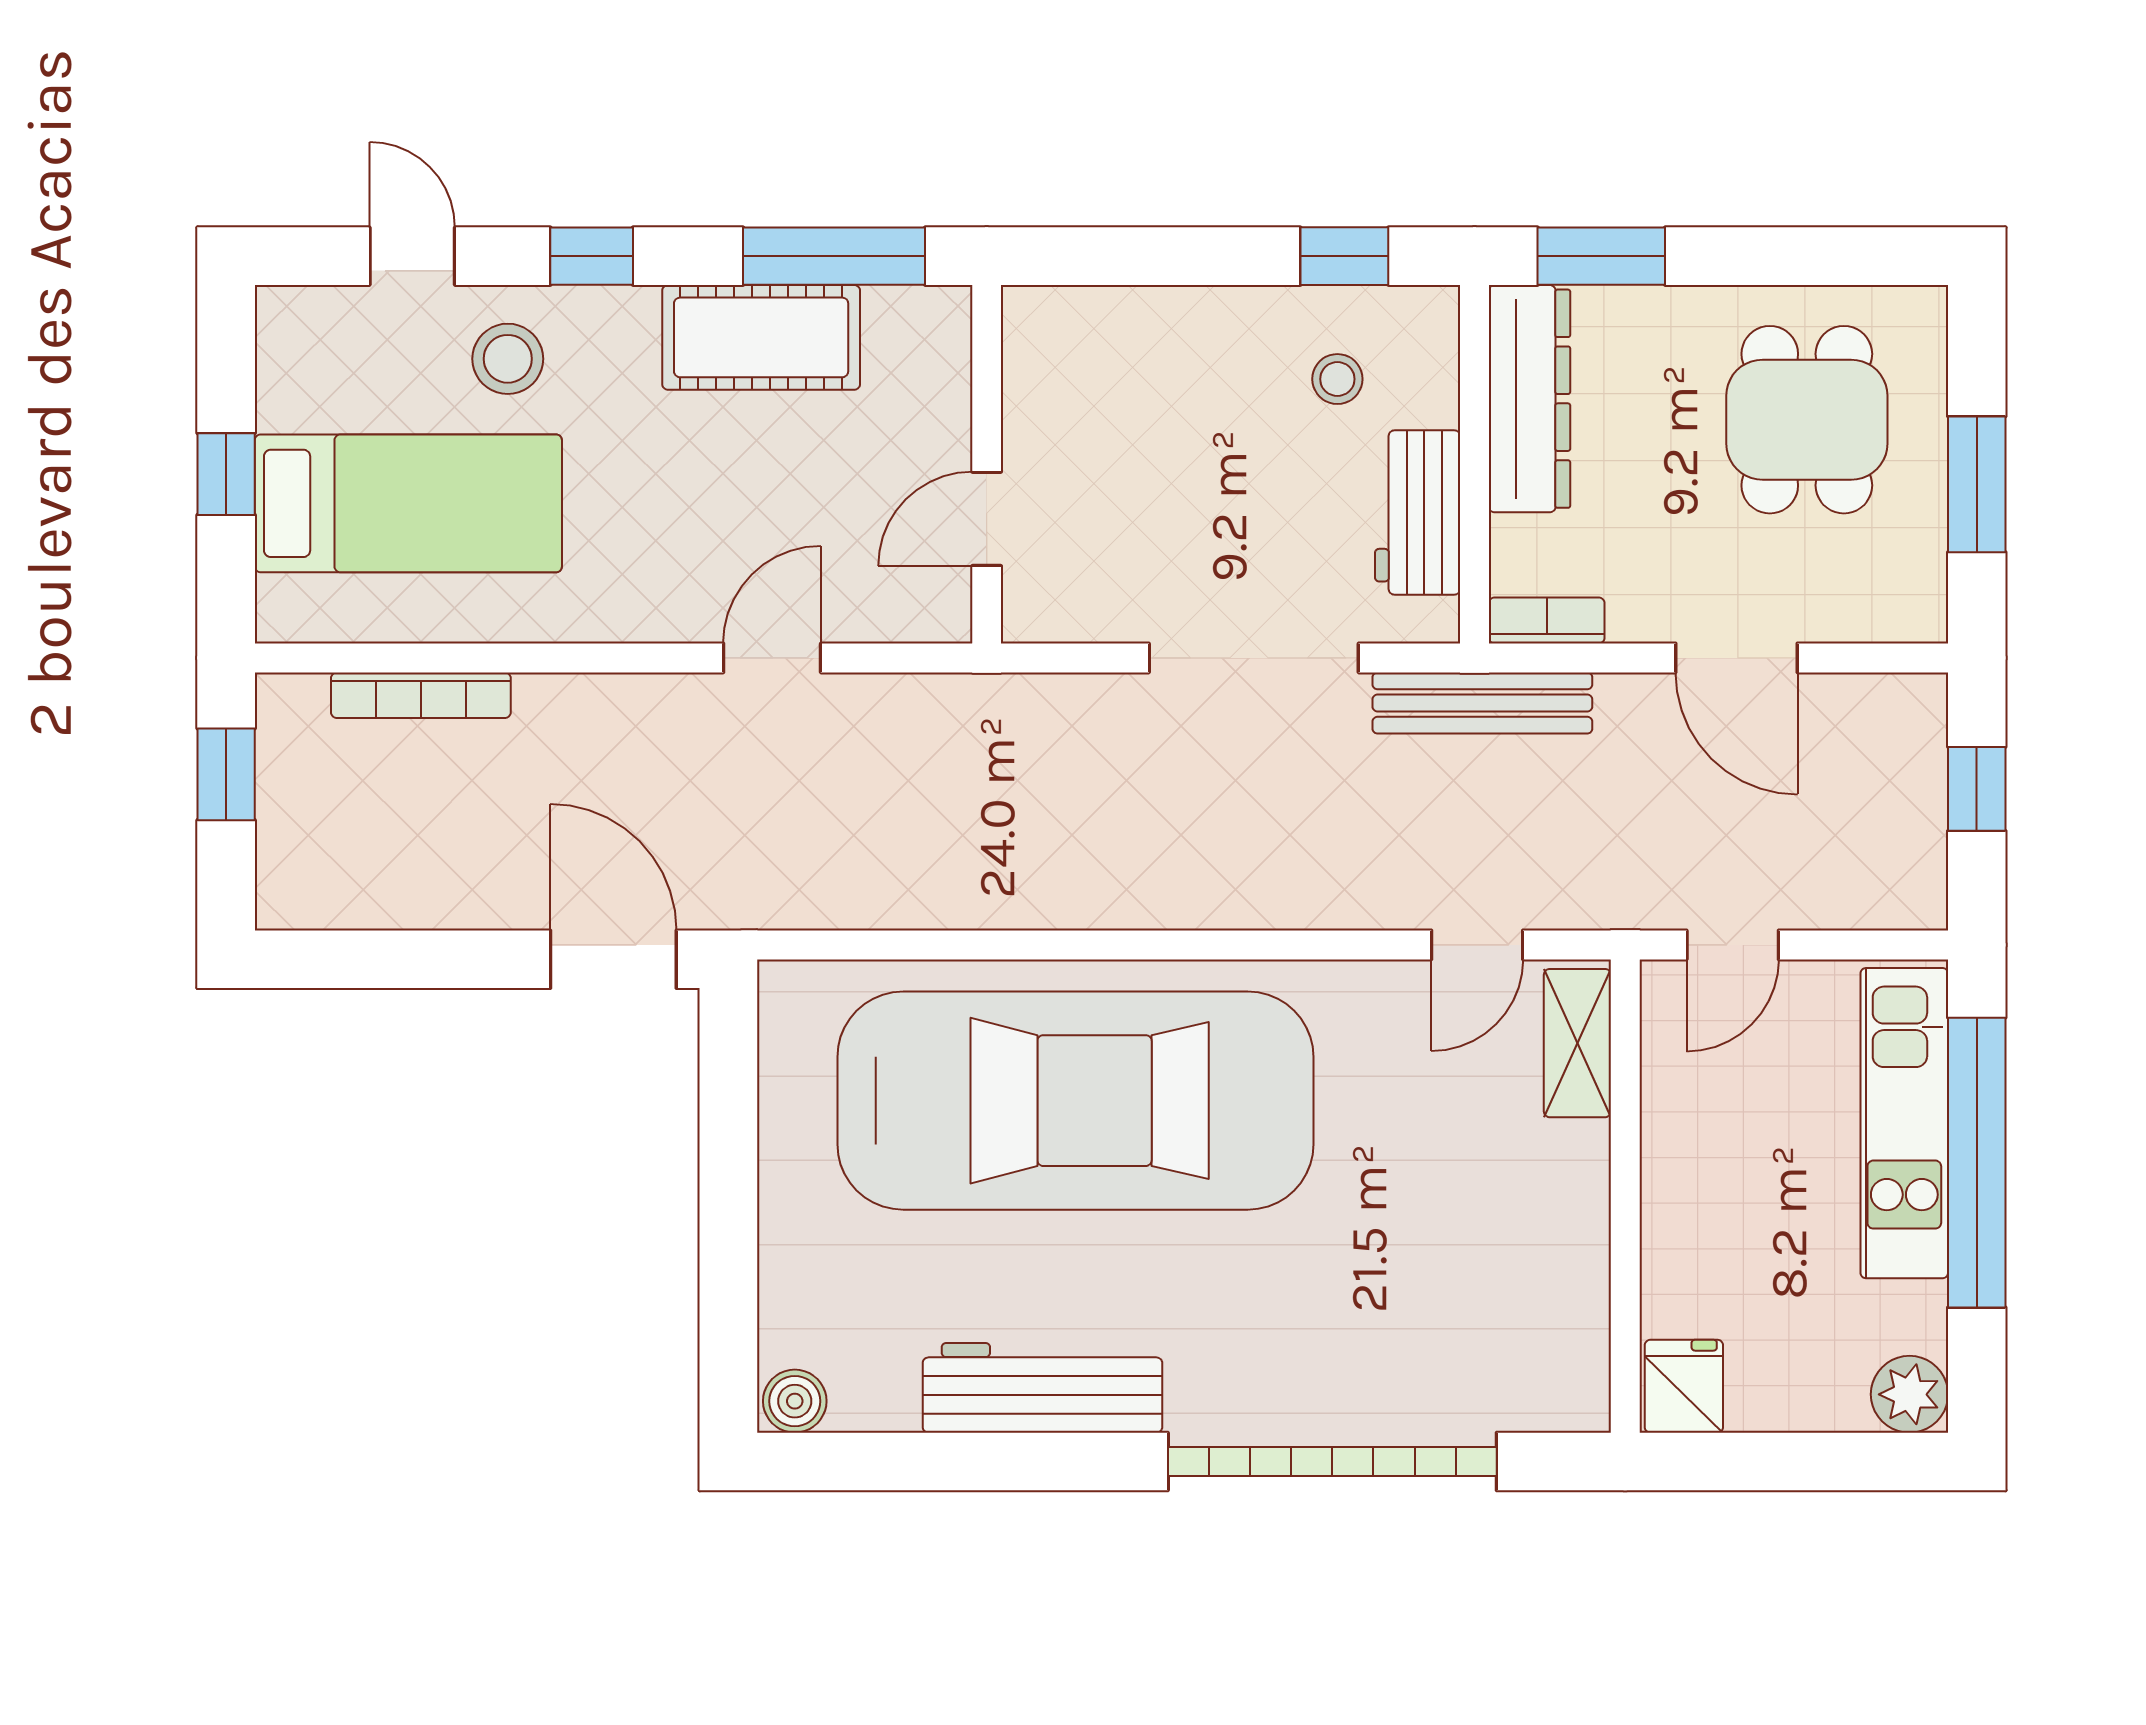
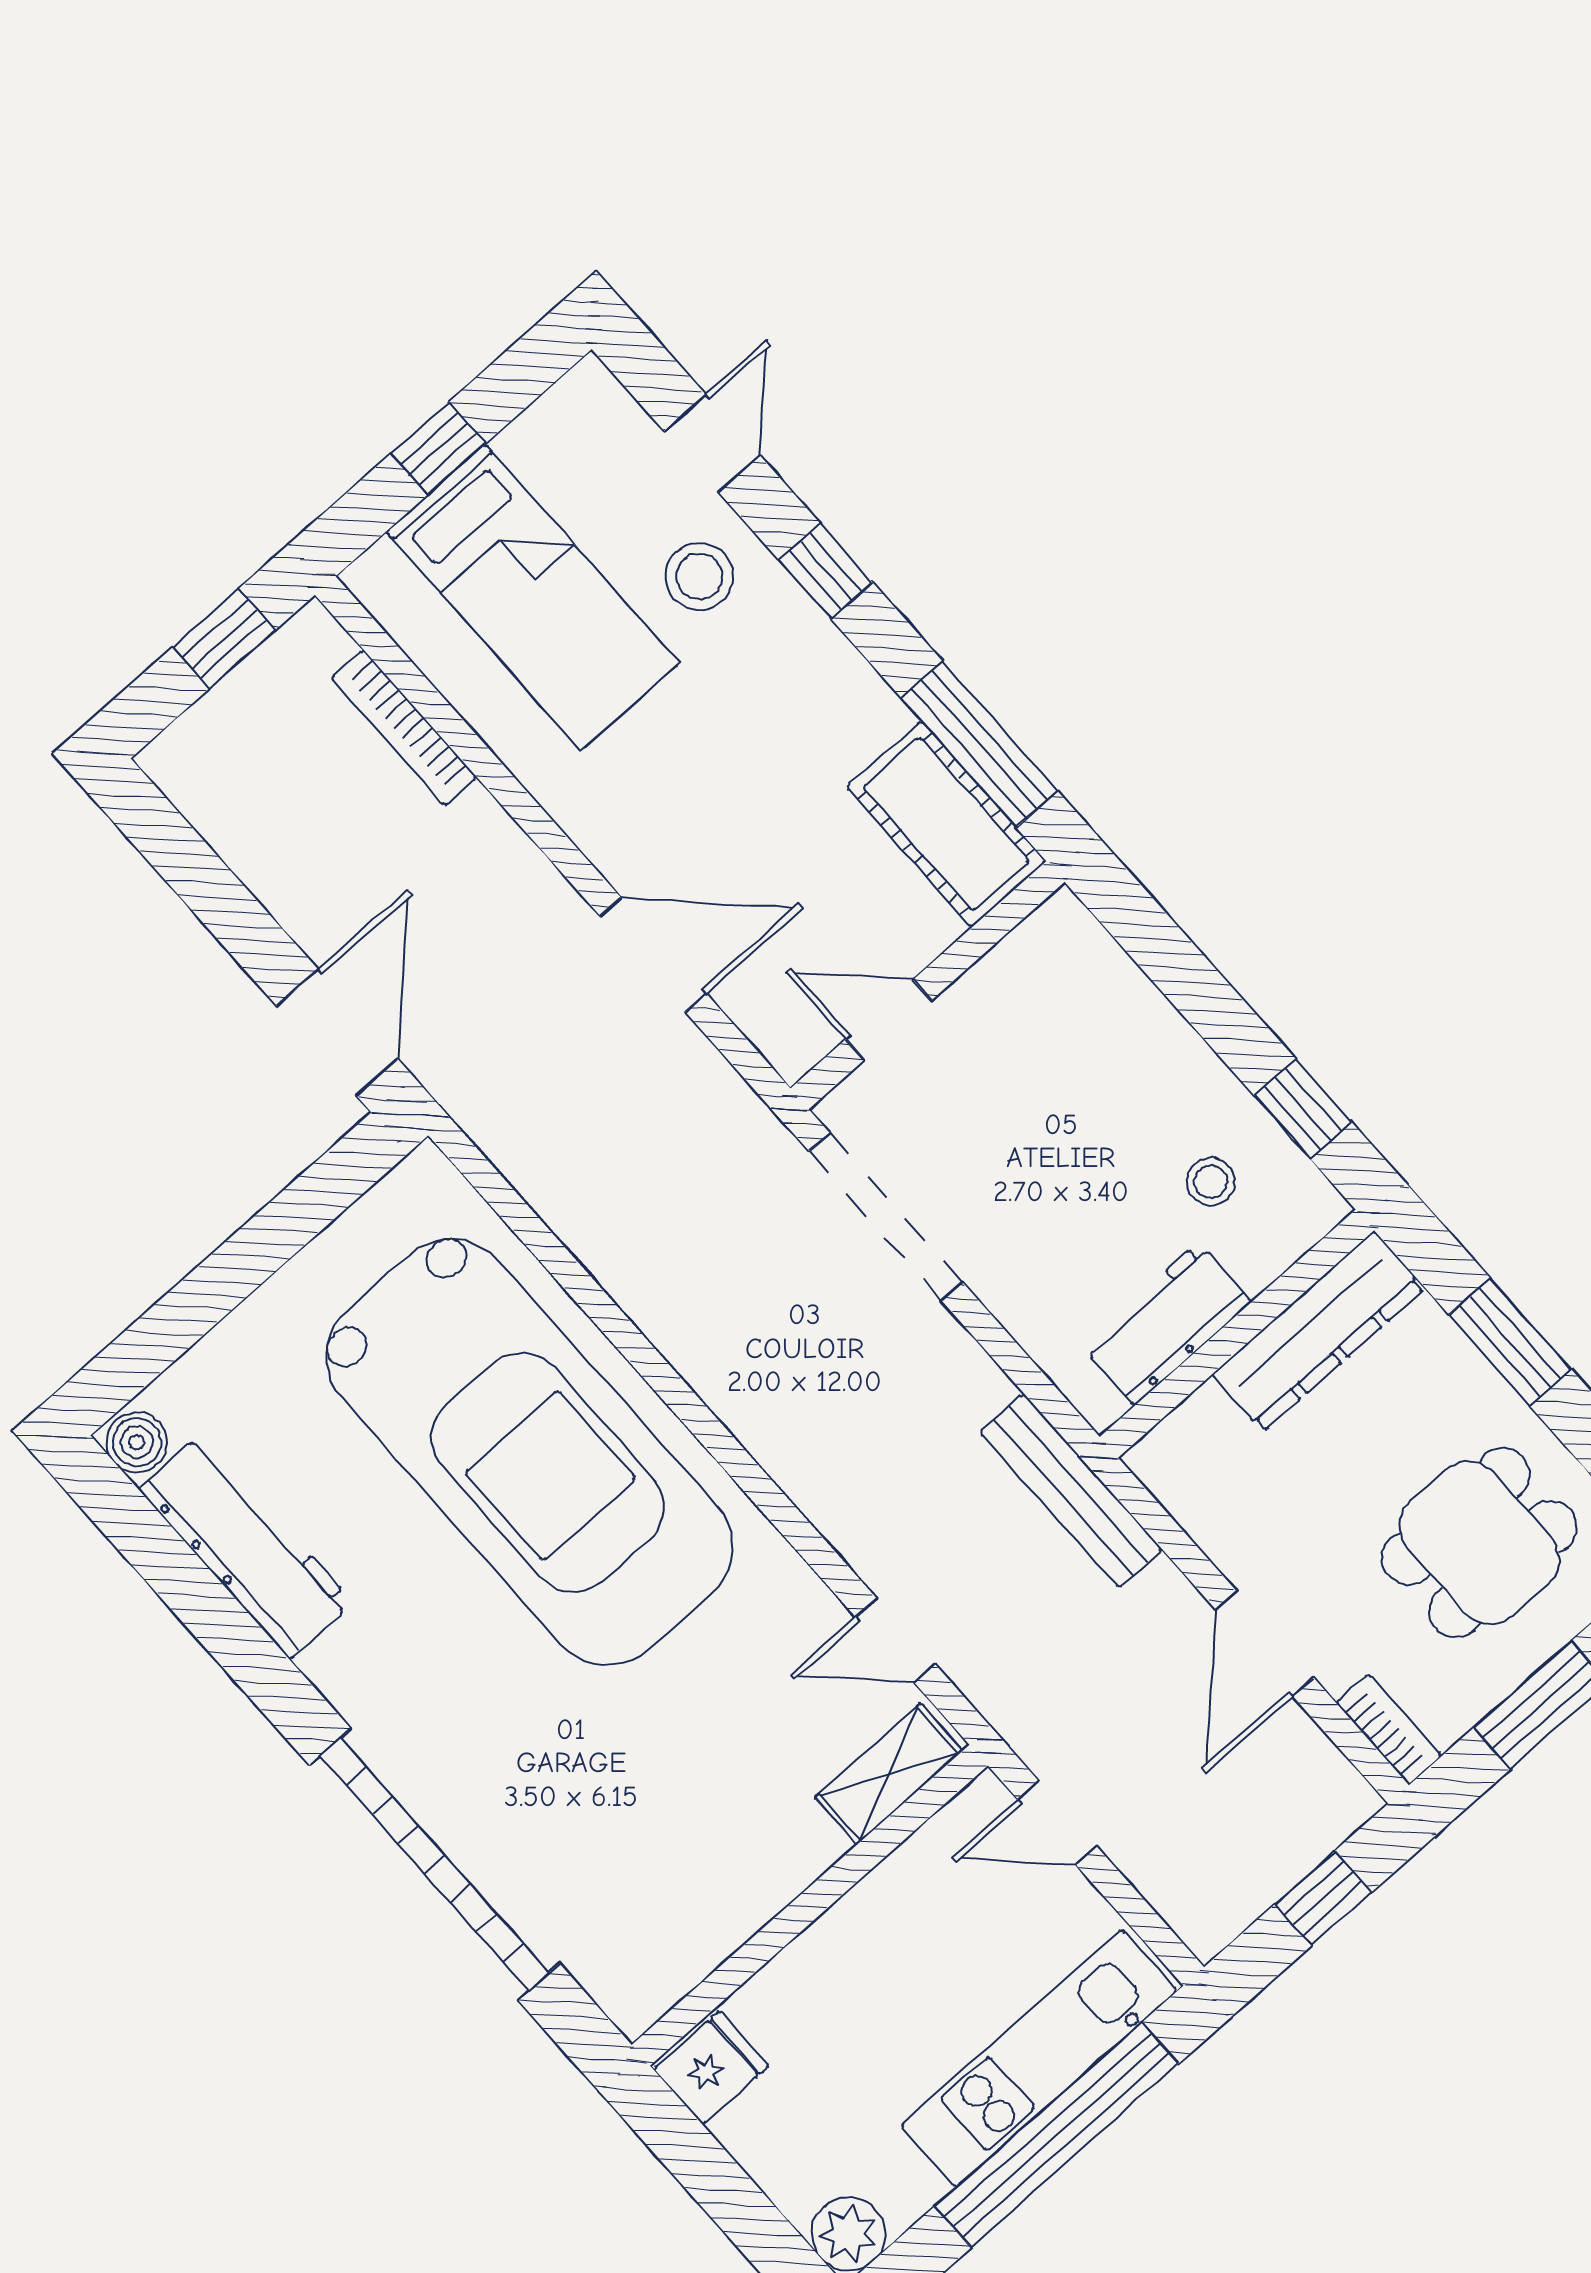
window: (1601, 256) -> (1510, 1342), moved
cot: (761, 337) -> (946, 824), moved
bookcase: (1547, 620) -> (1389, 1730), moved
door: (772, 658) -> (653, 955), width x1.38
doorway: (1254, 658) -> (886, 1217), moved
workbench: (1042, 1388) -> (246, 1546), moved

